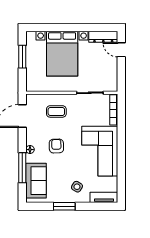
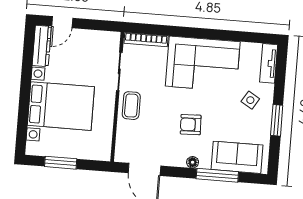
coffee table: (56, 111) -> (131, 106), moved

